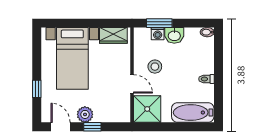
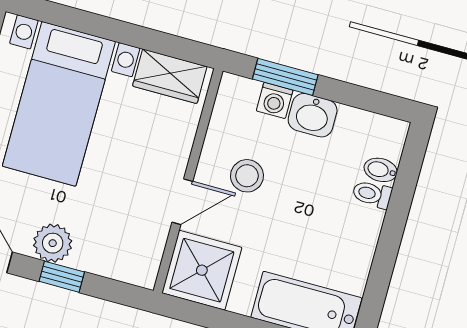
bidet: (207, 32) -> (381, 170), moved
toilet: (207, 79) -> (372, 194), moved
door: (132, 84) -> (182, 202), hinge flipped

